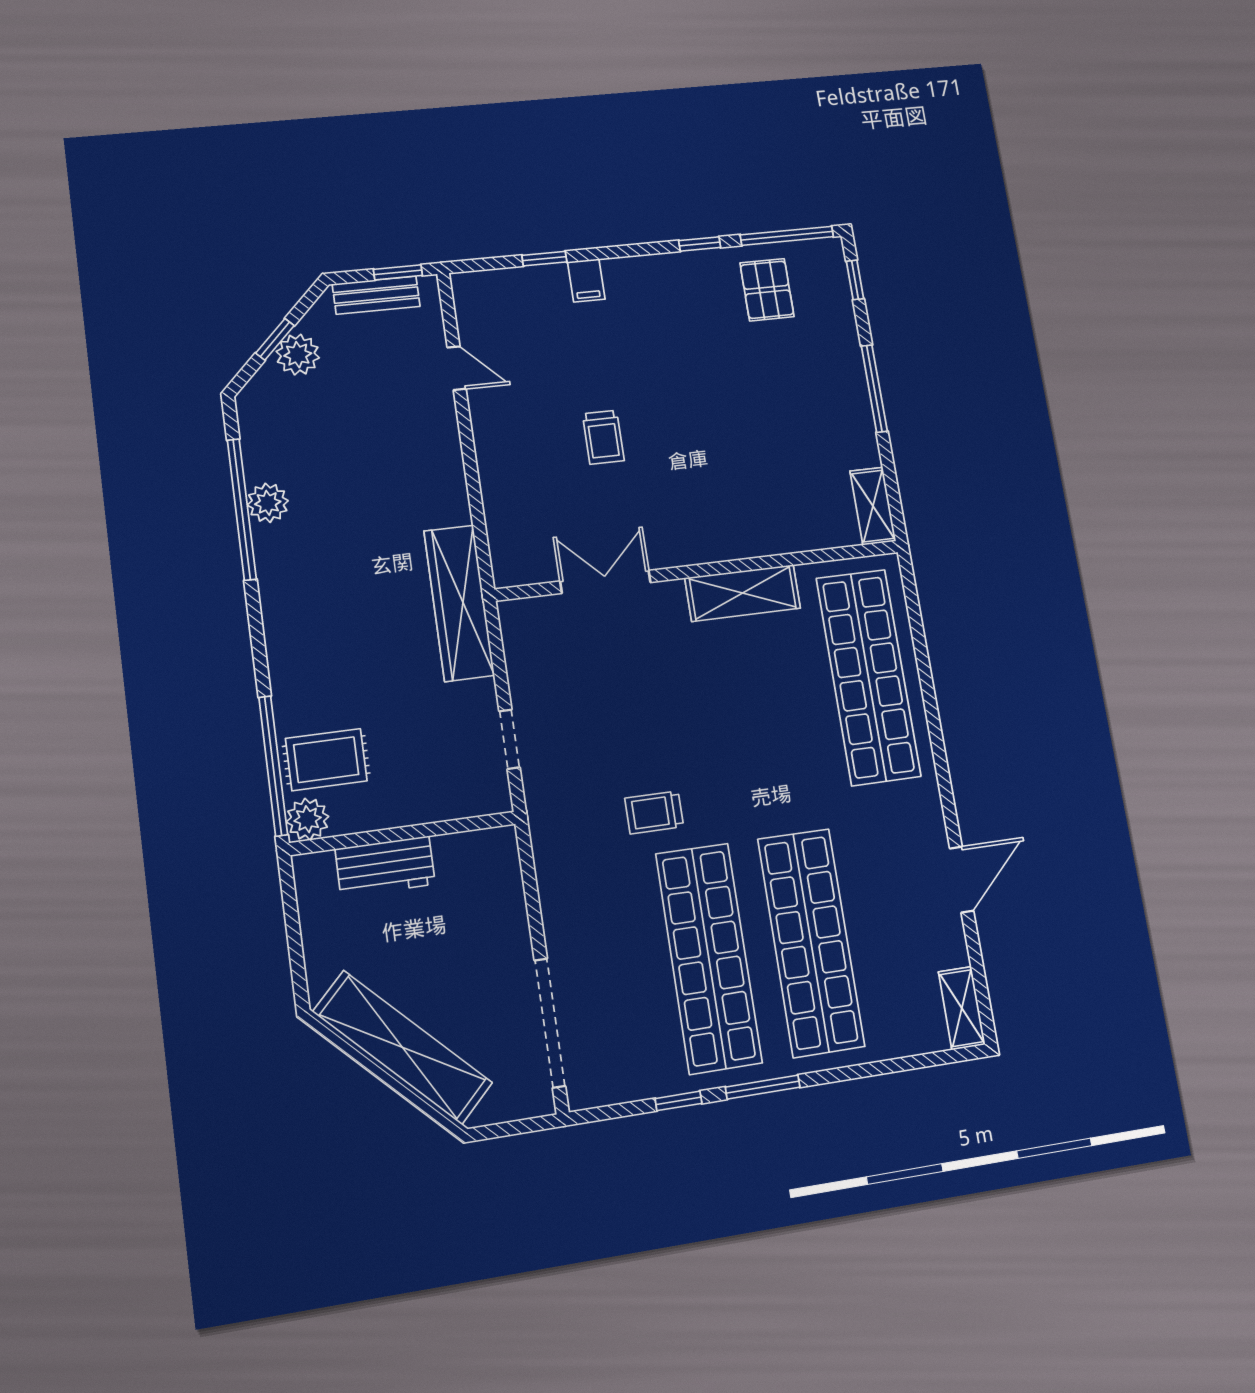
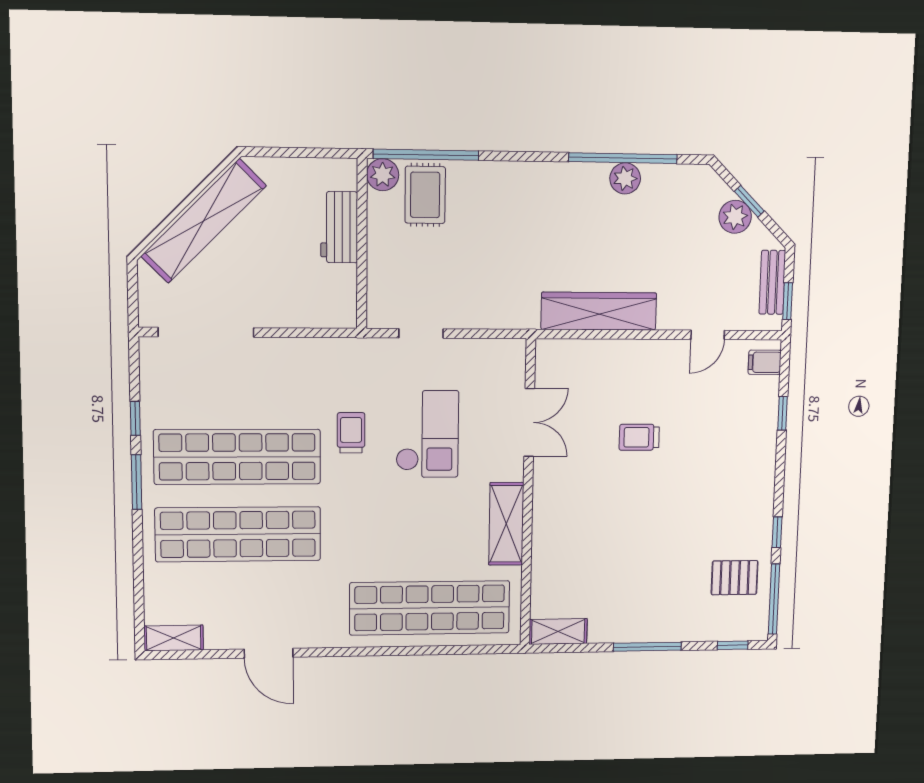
filing cabinet: (586, 280) -> (765, 362), moved
wardrobe: (459, 603) -> (599, 311), moved
checkout: (641, 712) -> (427, 434), added

